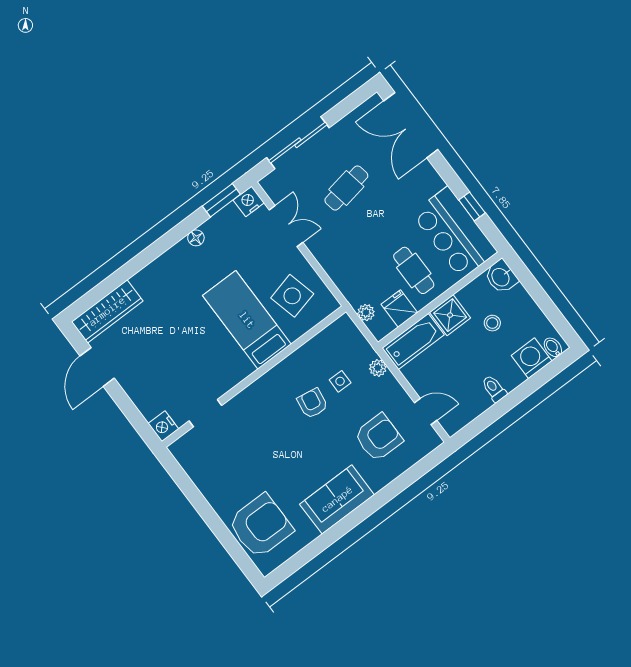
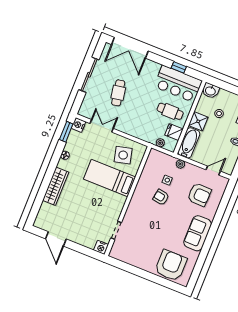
sliding door: (298, 143) -> (89, 75), moved
wardrobe: (107, 311) -> (56, 186), moved
armchair: (378, 437) -> (199, 195), turned 92

